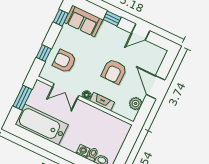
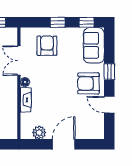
window: (44, 53) -> (58, 22), moved
armchair: (114, 71) -> (88, 83), moved

